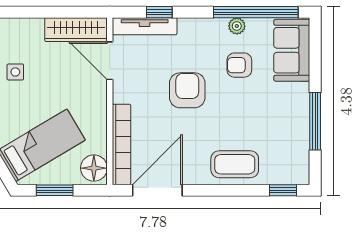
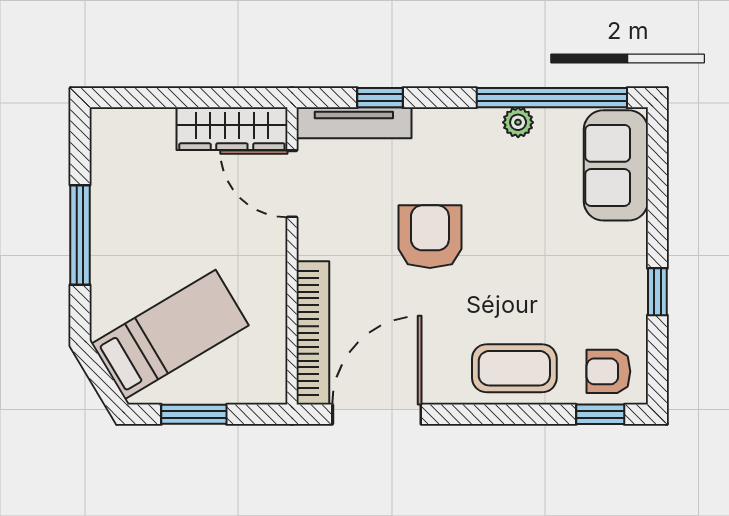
armchair: (239, 65) -> (608, 371), moved
side table: (15, 72) -> (124, 204), removed
window: (315, 121) -> (657, 292), width x0.46
floor lamp: (94, 168) -> (264, 375), removed

